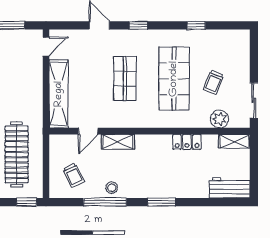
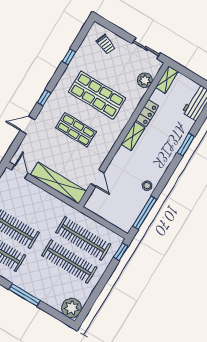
trolley: (213, 82) -> (106, 44), moved
shelving: (118, 142) -> (133, 136), moved
trolley: (74, 175) -> (122, 207), removed
window: (105, 202) -> (145, 213), moved
window: (162, 202) -> (186, 145), moved

